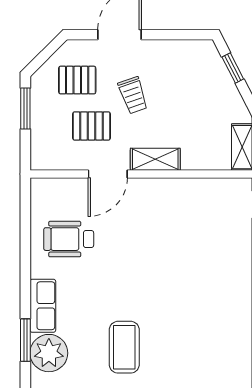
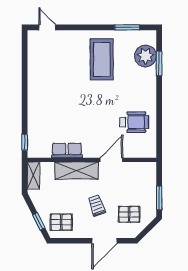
pallet: (92, 126) -> (61, 222), moved
shelving: (155, 159) -> (77, 171), width x1.50, depth x1.33
row of seats: (43, 306) -> (67, 150), moved, turned 90
coffee table: (124, 347) -> (102, 59), width x1.36, depth x1.32

